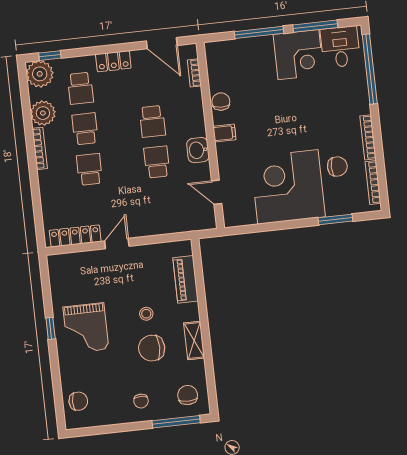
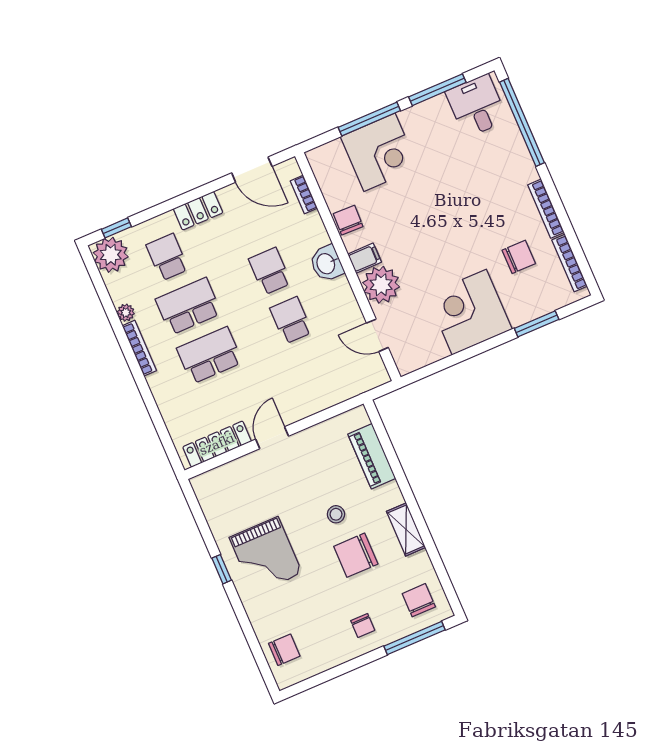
corner desk: (298, 55) -> (379, 152), moved
school desk: (80, 88) -> (167, 257), turned 180
plant: (43, 113) -> (126, 313), width x0.53, depth x0.53
school desk: (152, 121) -> (270, 271), turned 180
school desk: (85, 129) -> (188, 306), width x1.85
washbasin: (198, 150) -> (327, 263), moved
plant: (231, 156) -> (381, 285), added
school desk: (89, 169) -> (210, 355), width x1.85
corner desk: (288, 187) -> (469, 312), width x0.74, depth x0.74

